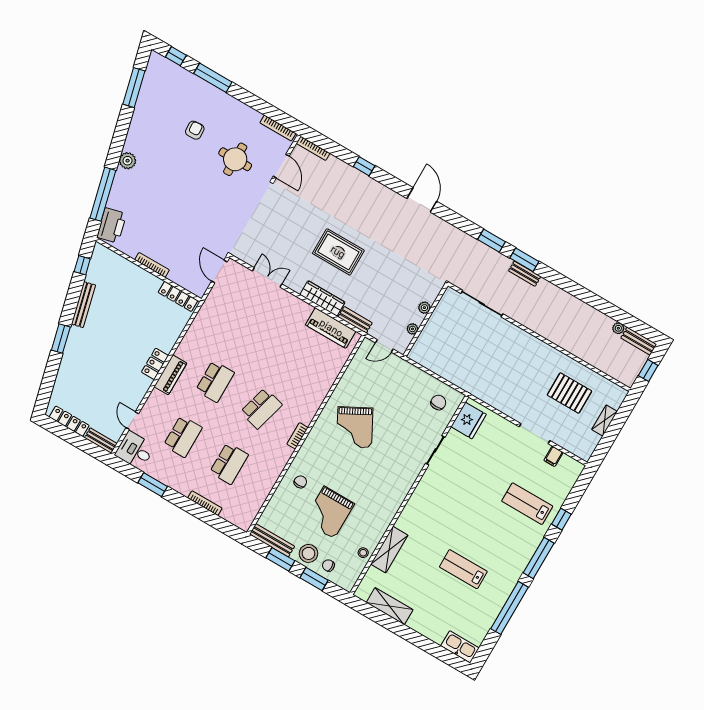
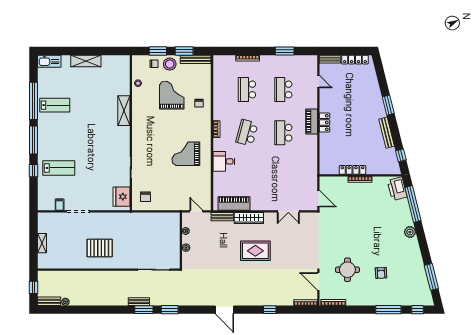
locker: (178, 296) -> (353, 170), moved
door: (384, 346) -> (196, 211), hinge flipped
pallet: (569, 393) -> (100, 248), moved
grand piano: (355, 427) -> (186, 154), turned -62
desk: (135, 450) -> (224, 161), moved, turned 180
shelving: (389, 550) -> (124, 111), moved
lab bench: (463, 569) -> (55, 105), moved
shelving: (390, 606) -> (86, 61), moved

